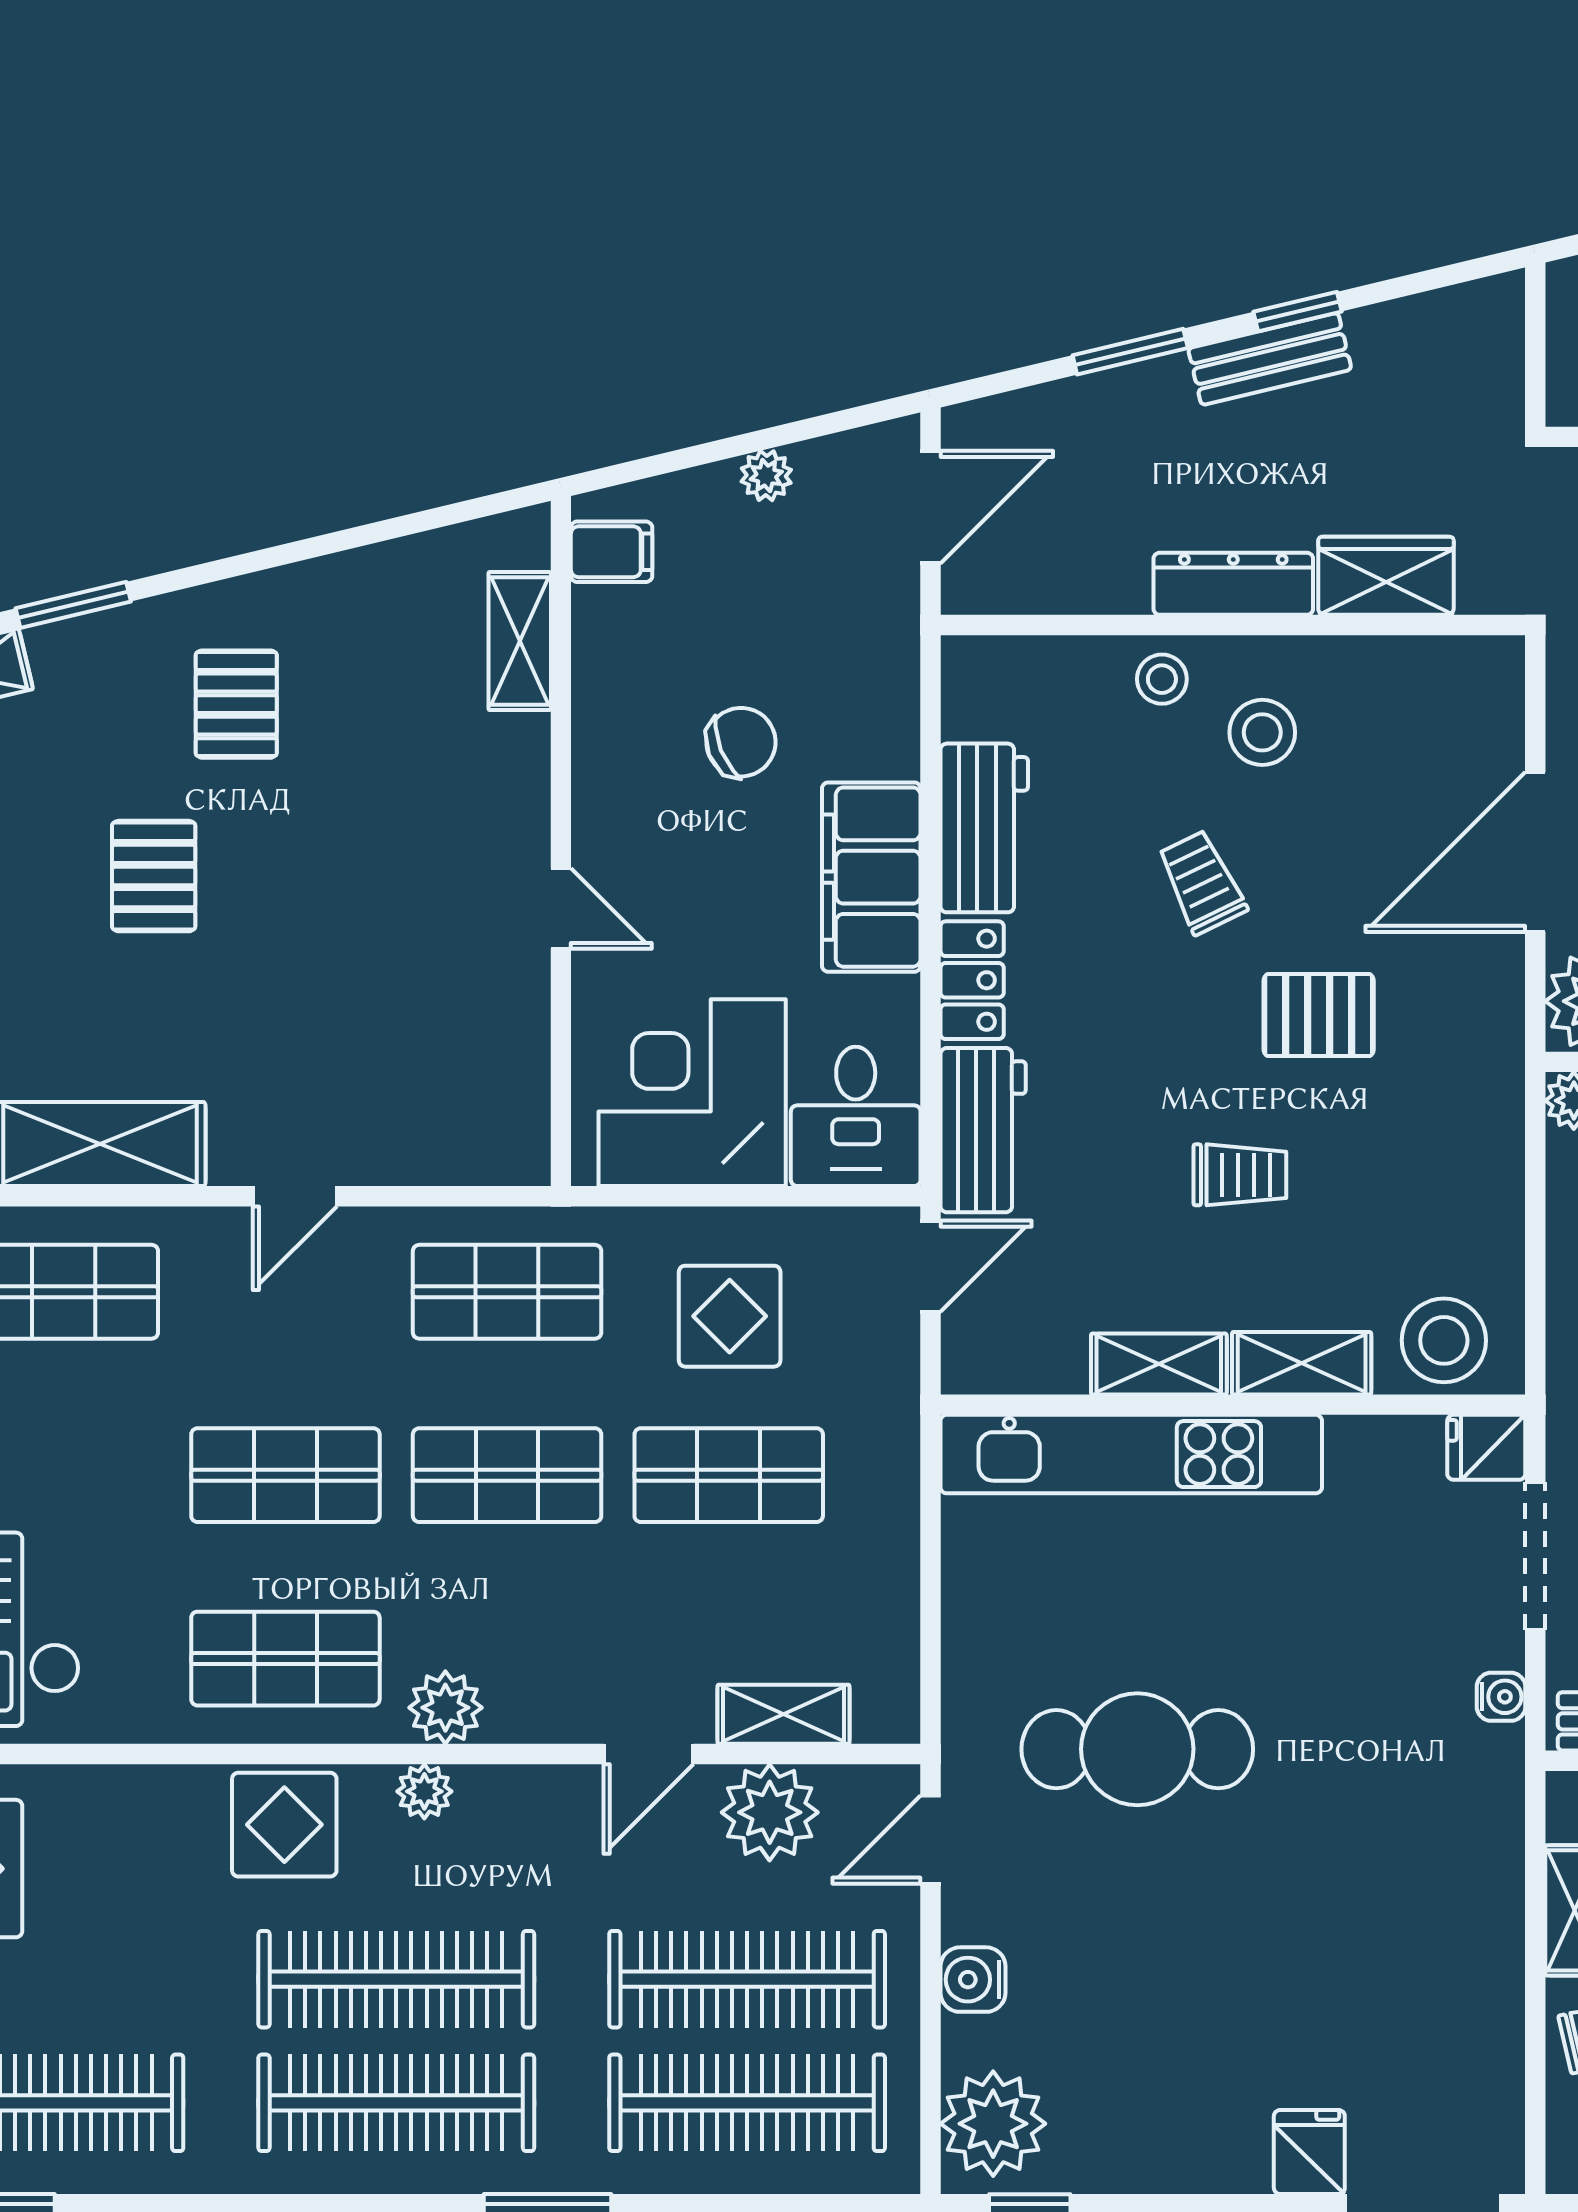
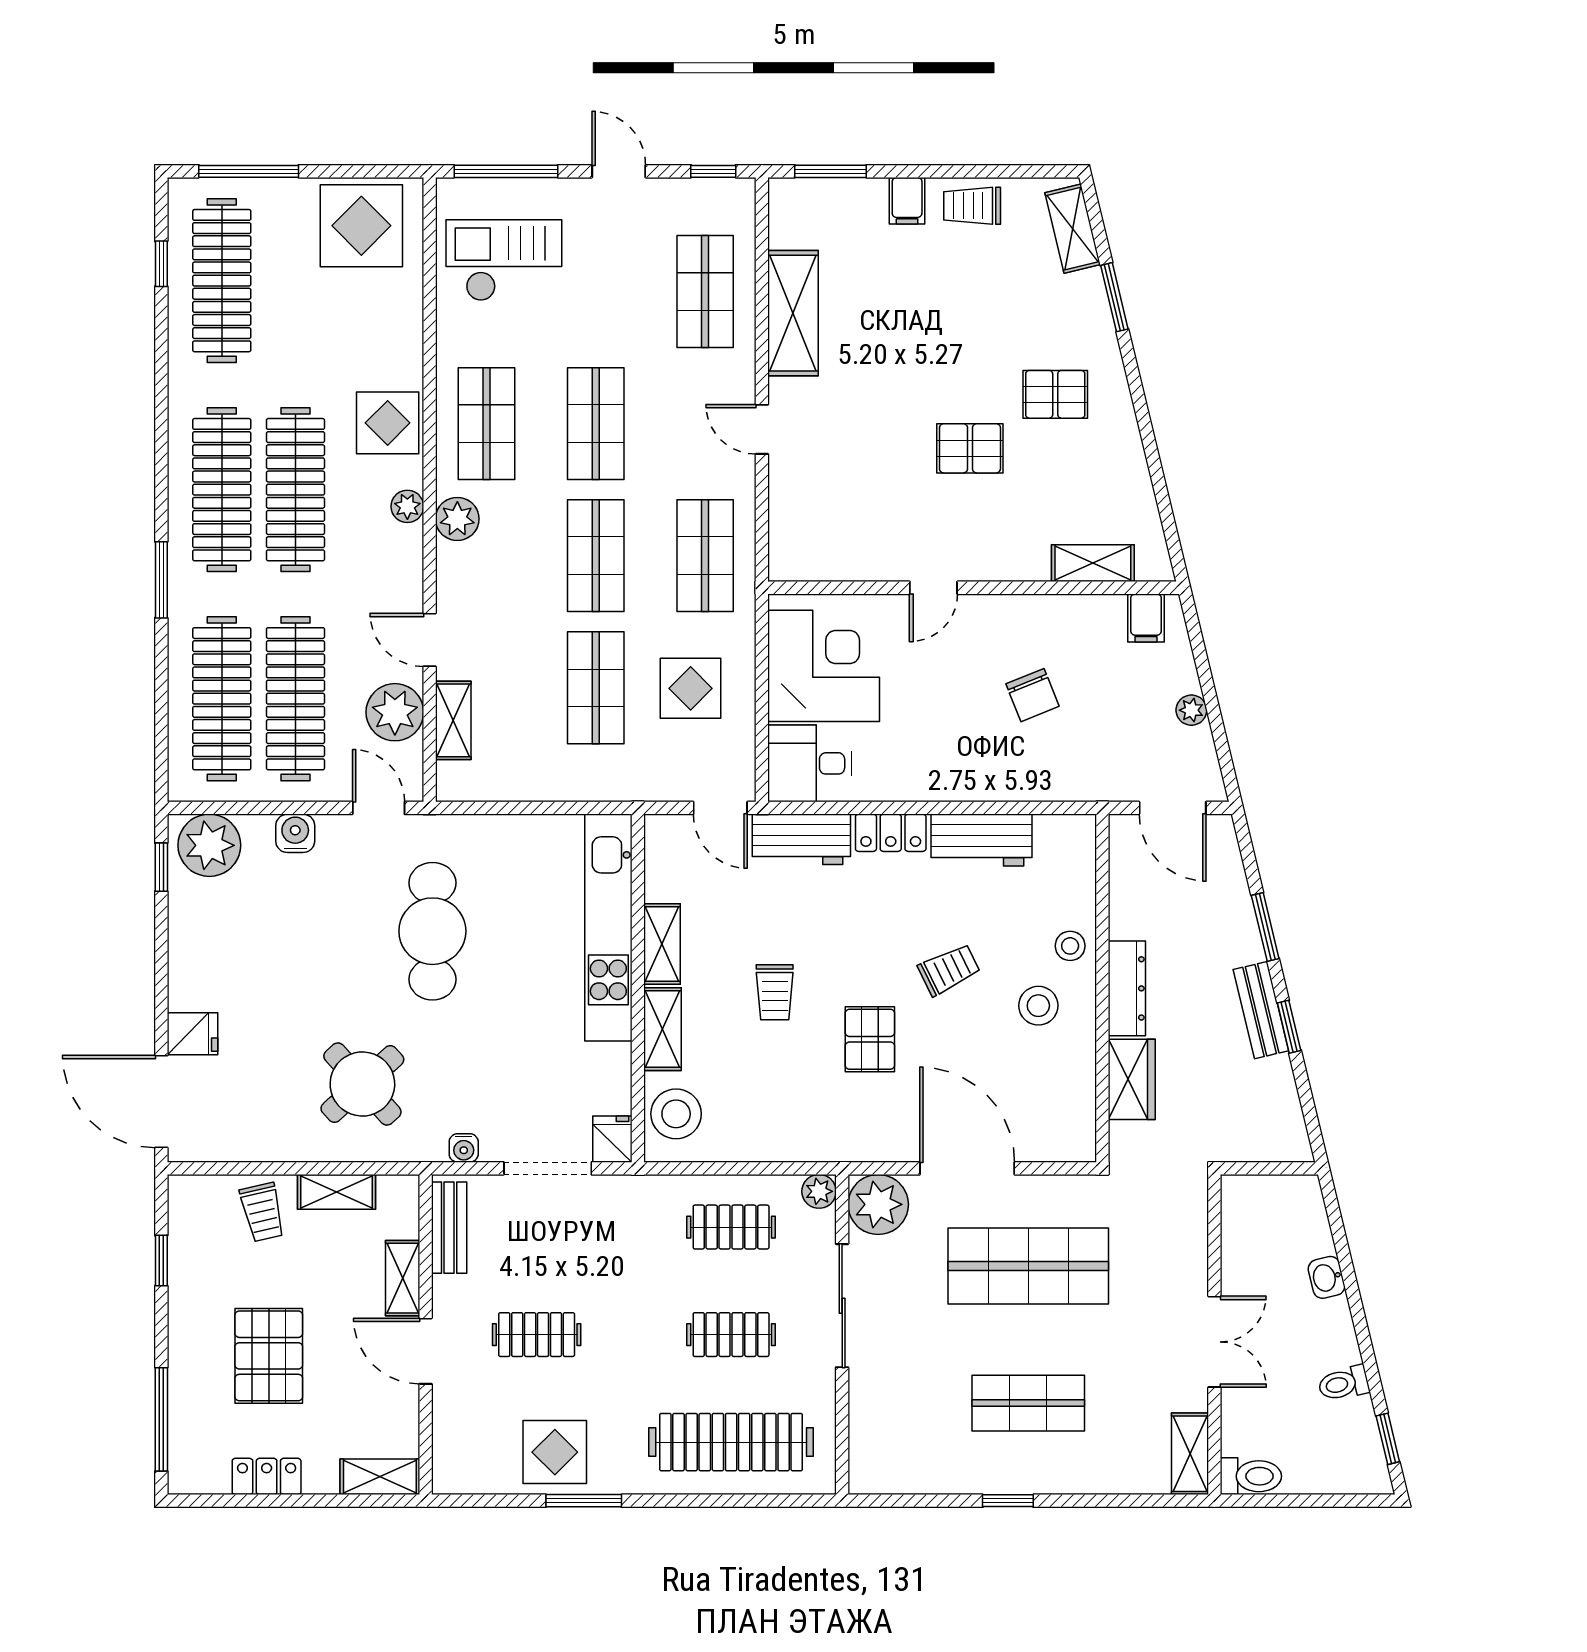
pallet: (154, 876) -> (970, 448), moved
filing cabinet: (871, 877) -> (952, 773), removed
round table: (1394, 1867) -> (362, 1084), added

